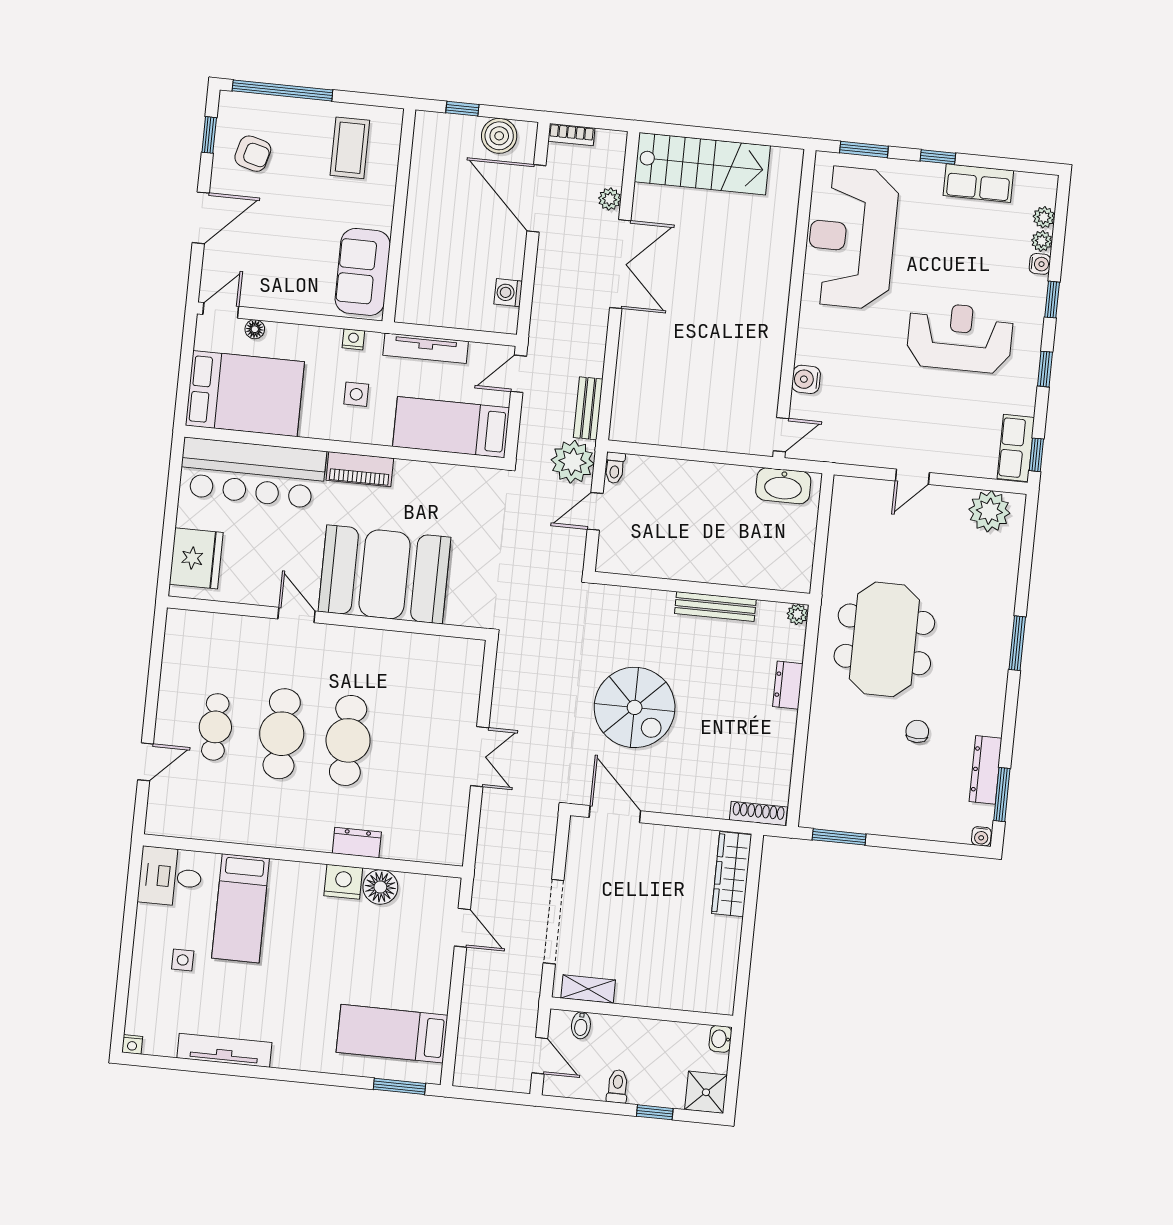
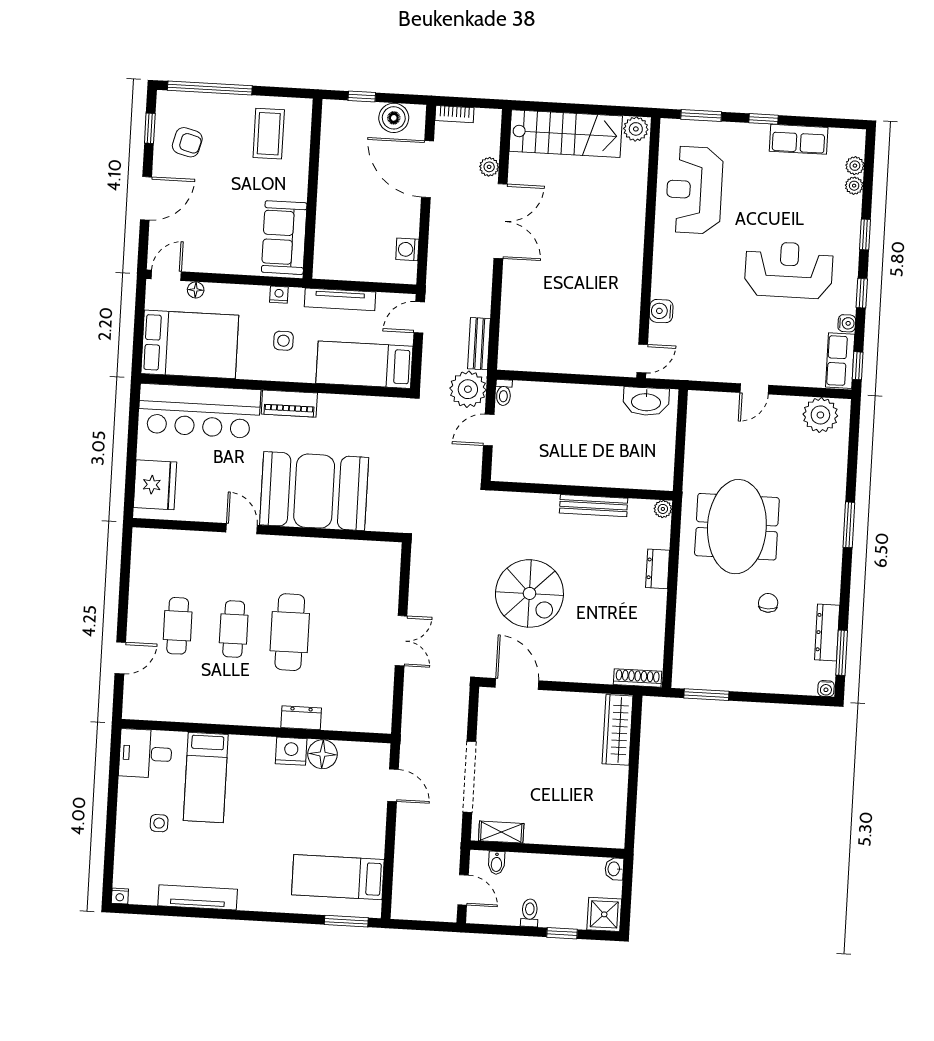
plant: (786, 162) -> (636, 129), added
reception desk: (852, 237) -> (694, 190), width x0.74, depth x0.77
water cooler: (1040, 264) -> (847, 323), moved
cafe table: (282, 734) -> (234, 629), width x0.73, depth x0.74

